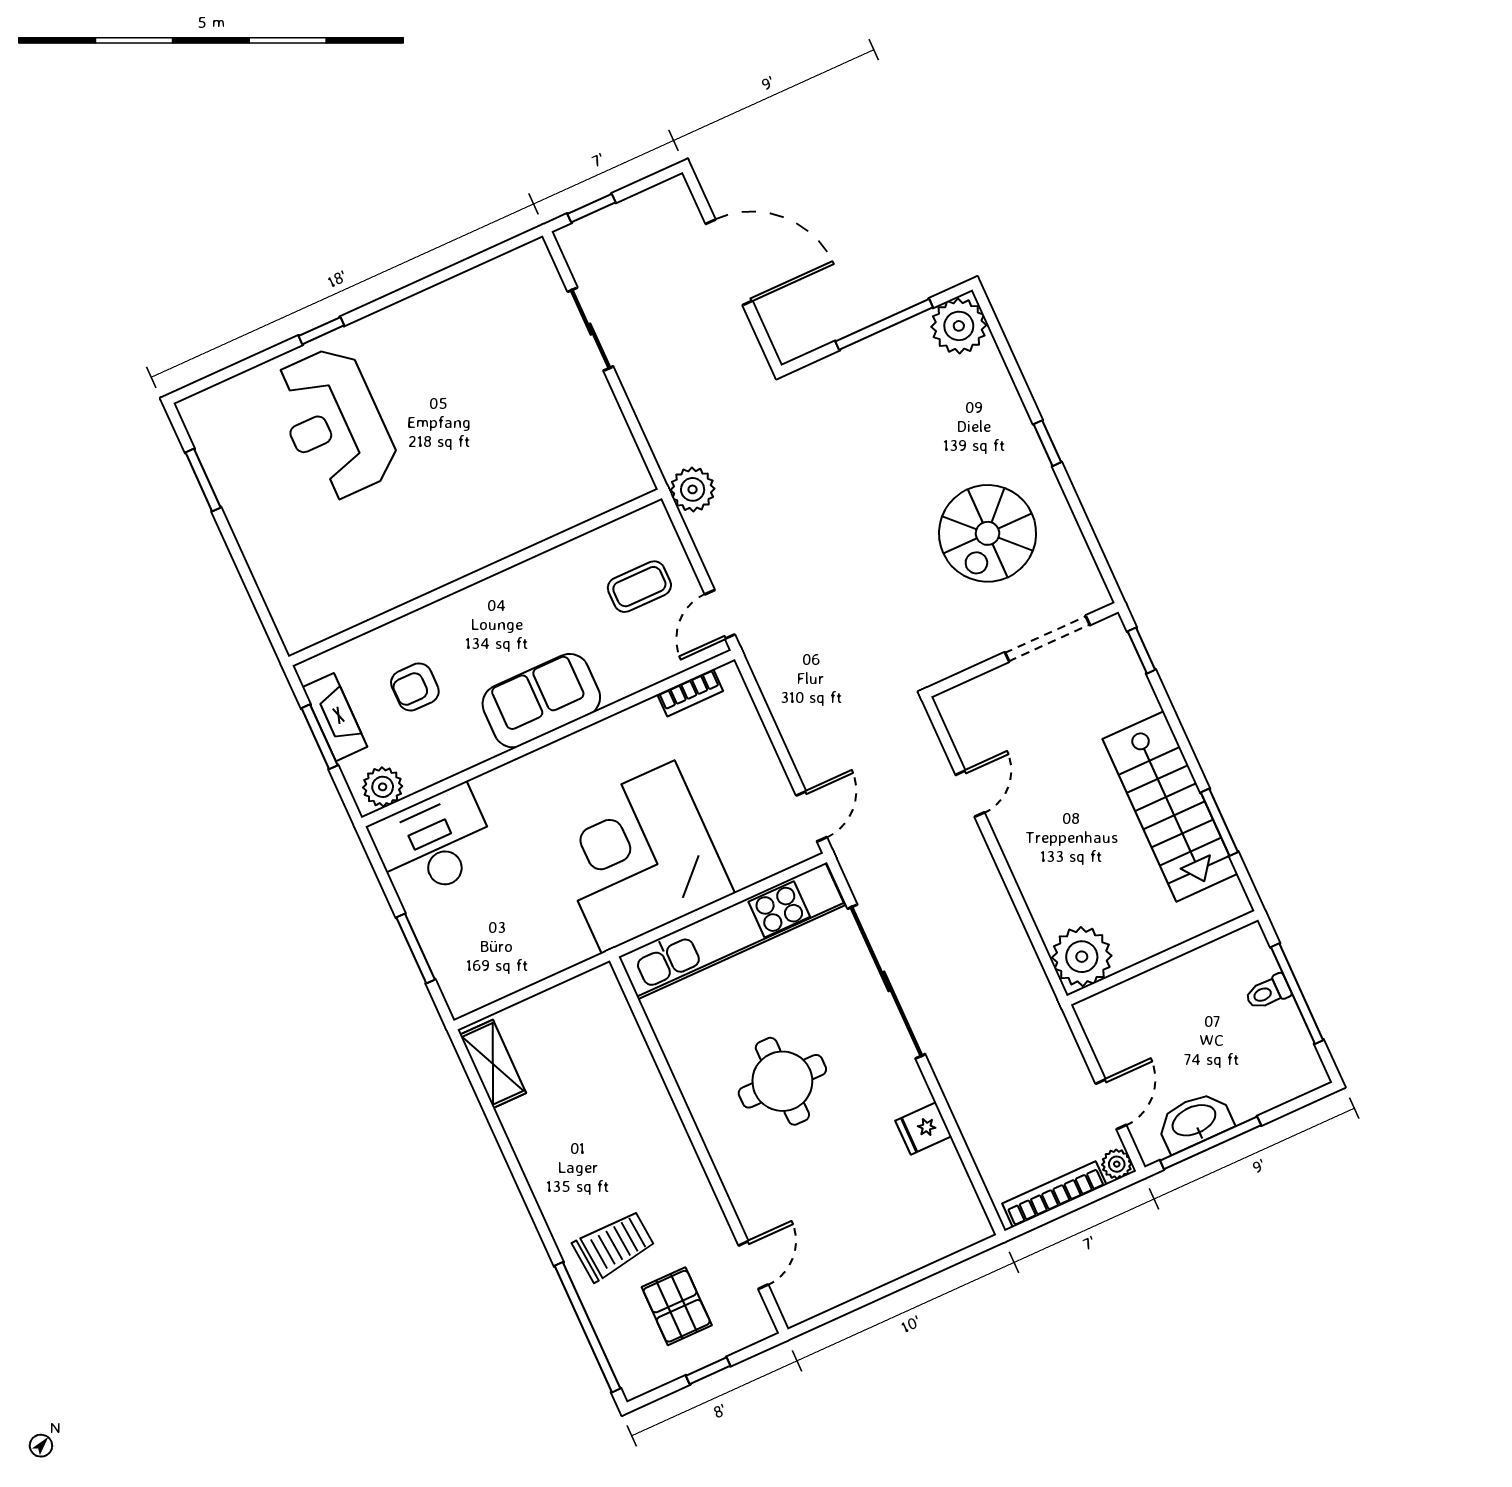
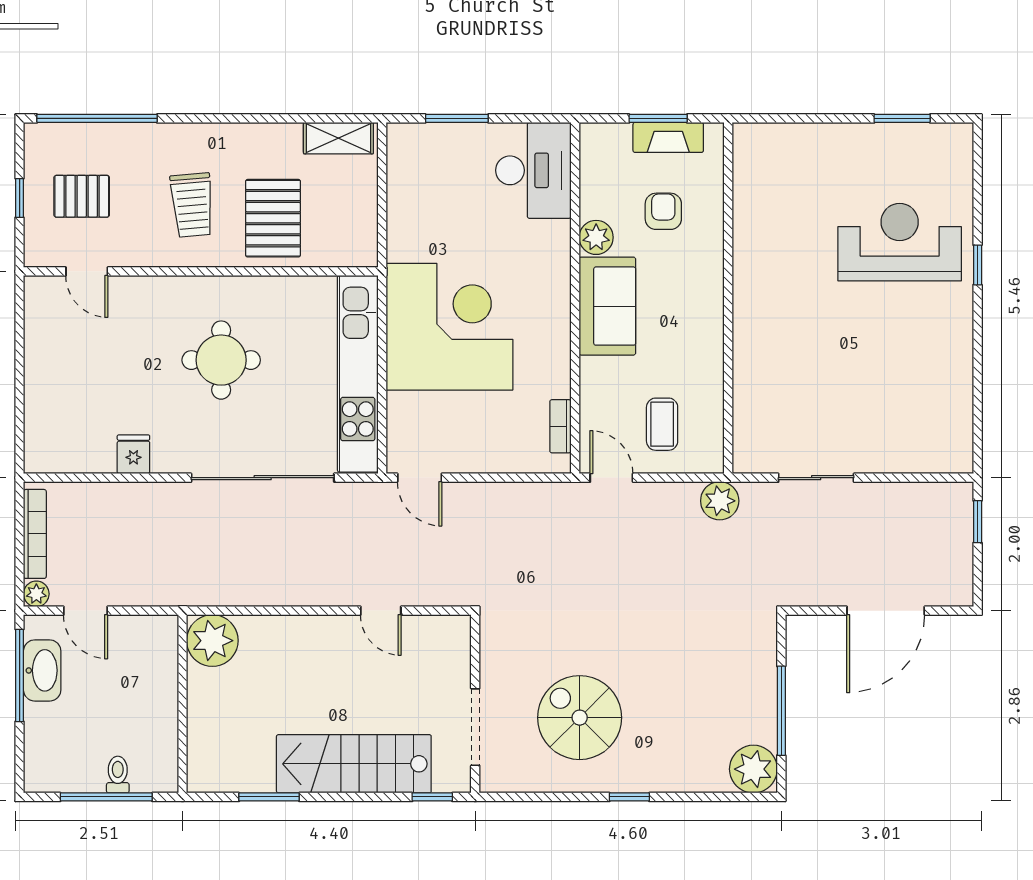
sliding door: (590, 329) -> (816, 478), moved
plant: (383, 787) -> (596, 237), moved
stairs: (1170, 806) -> (354, 764), moved
pallet: (608, 1094) -> (273, 218), added
trolley: (614, 1246) -> (192, 205), moved

